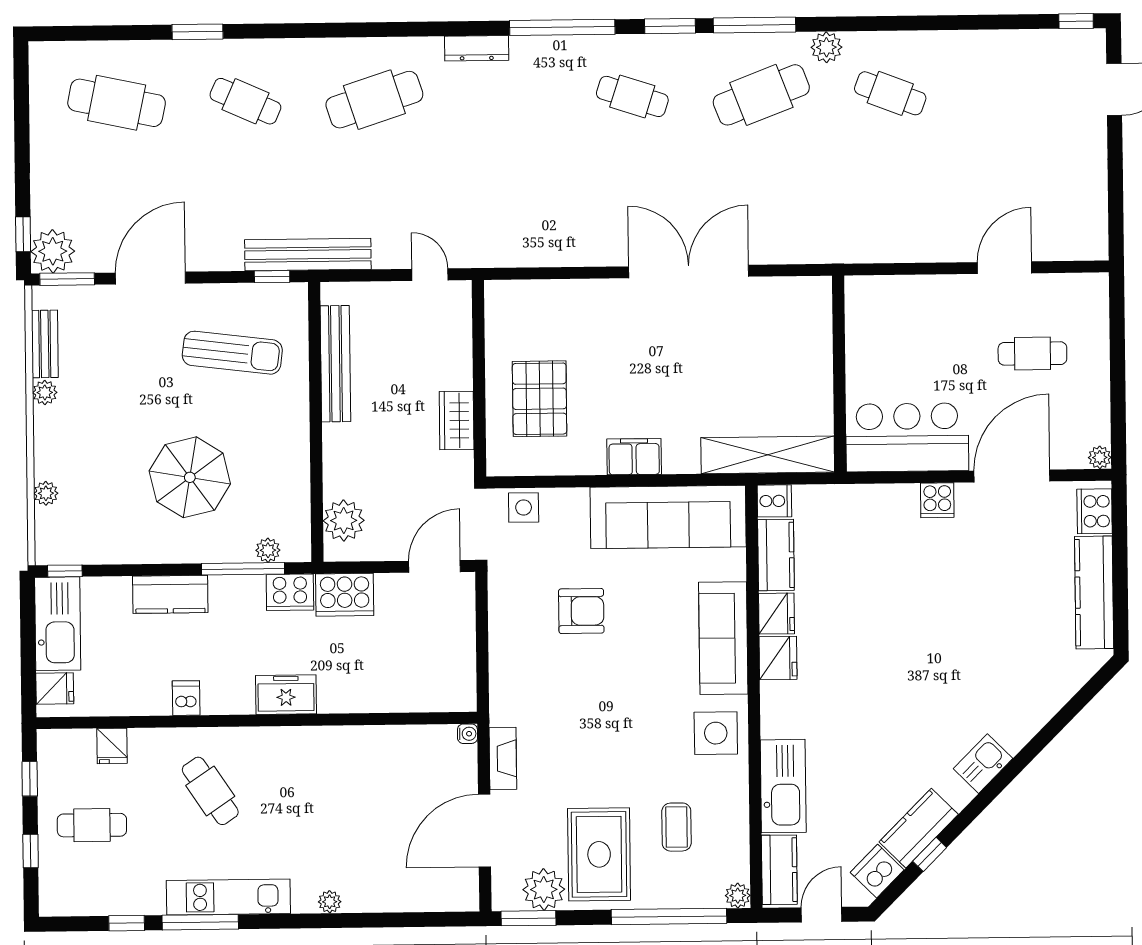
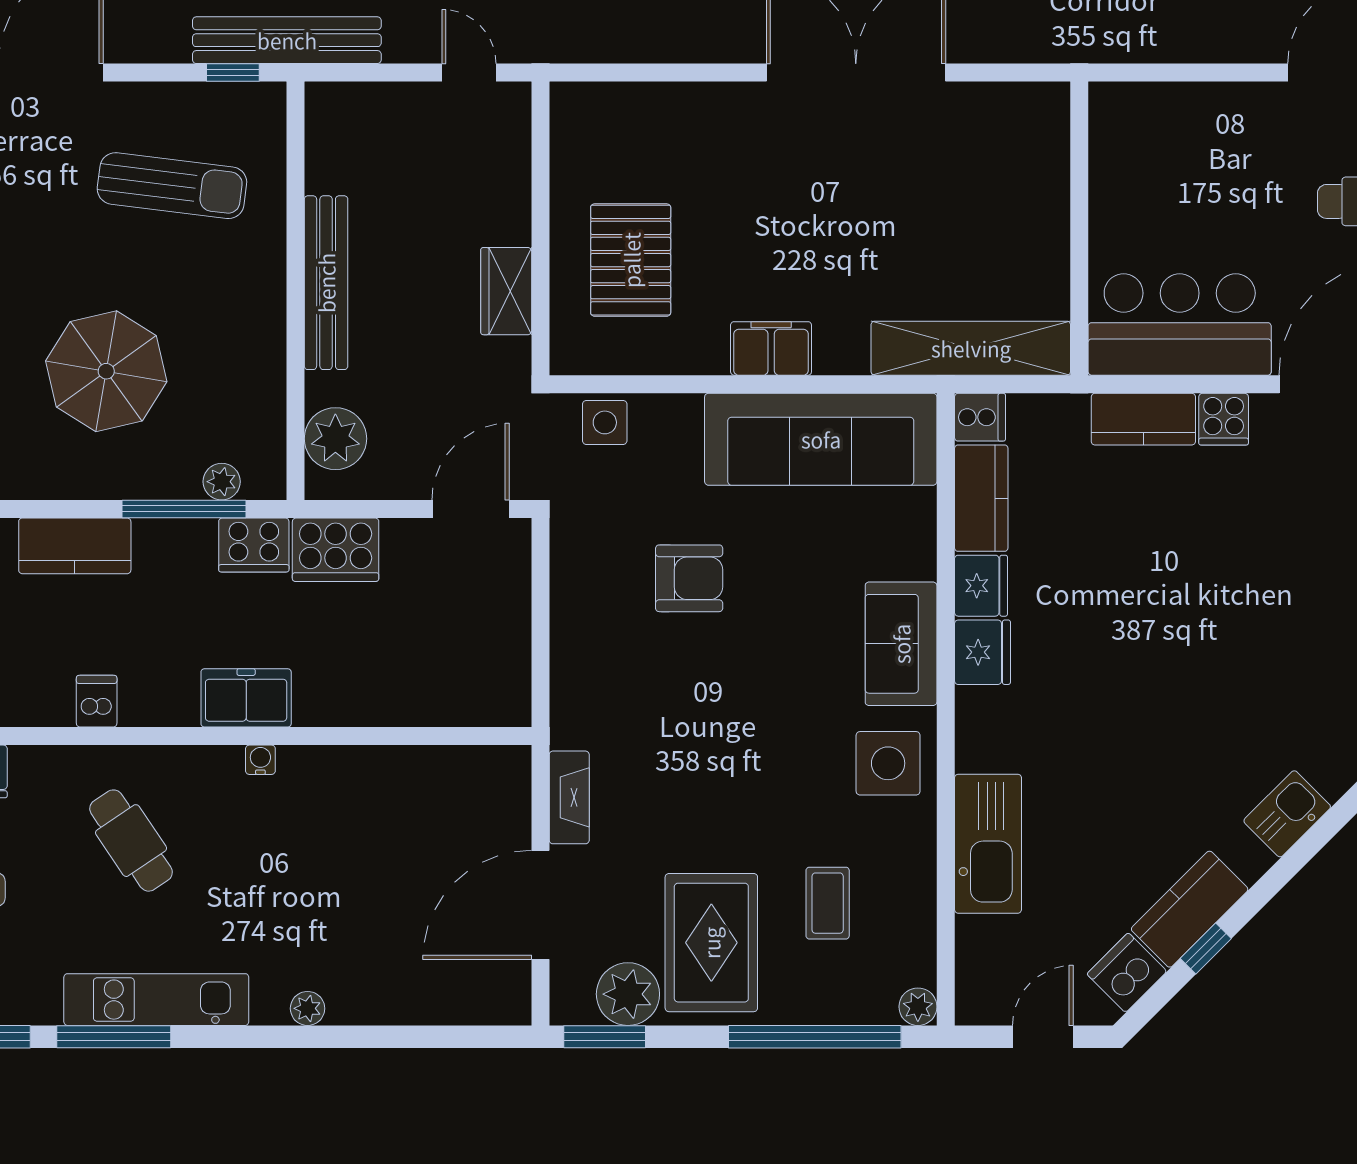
bench: (335, 364) -> (326, 283), moved
sofa: (723, 638) -> (901, 644), width x0.73
water cooler: (467, 734) -> (260, 760), moved, turned -90
kitchen counter: (779, 870) -> (1143, 419), moved, turned 90

